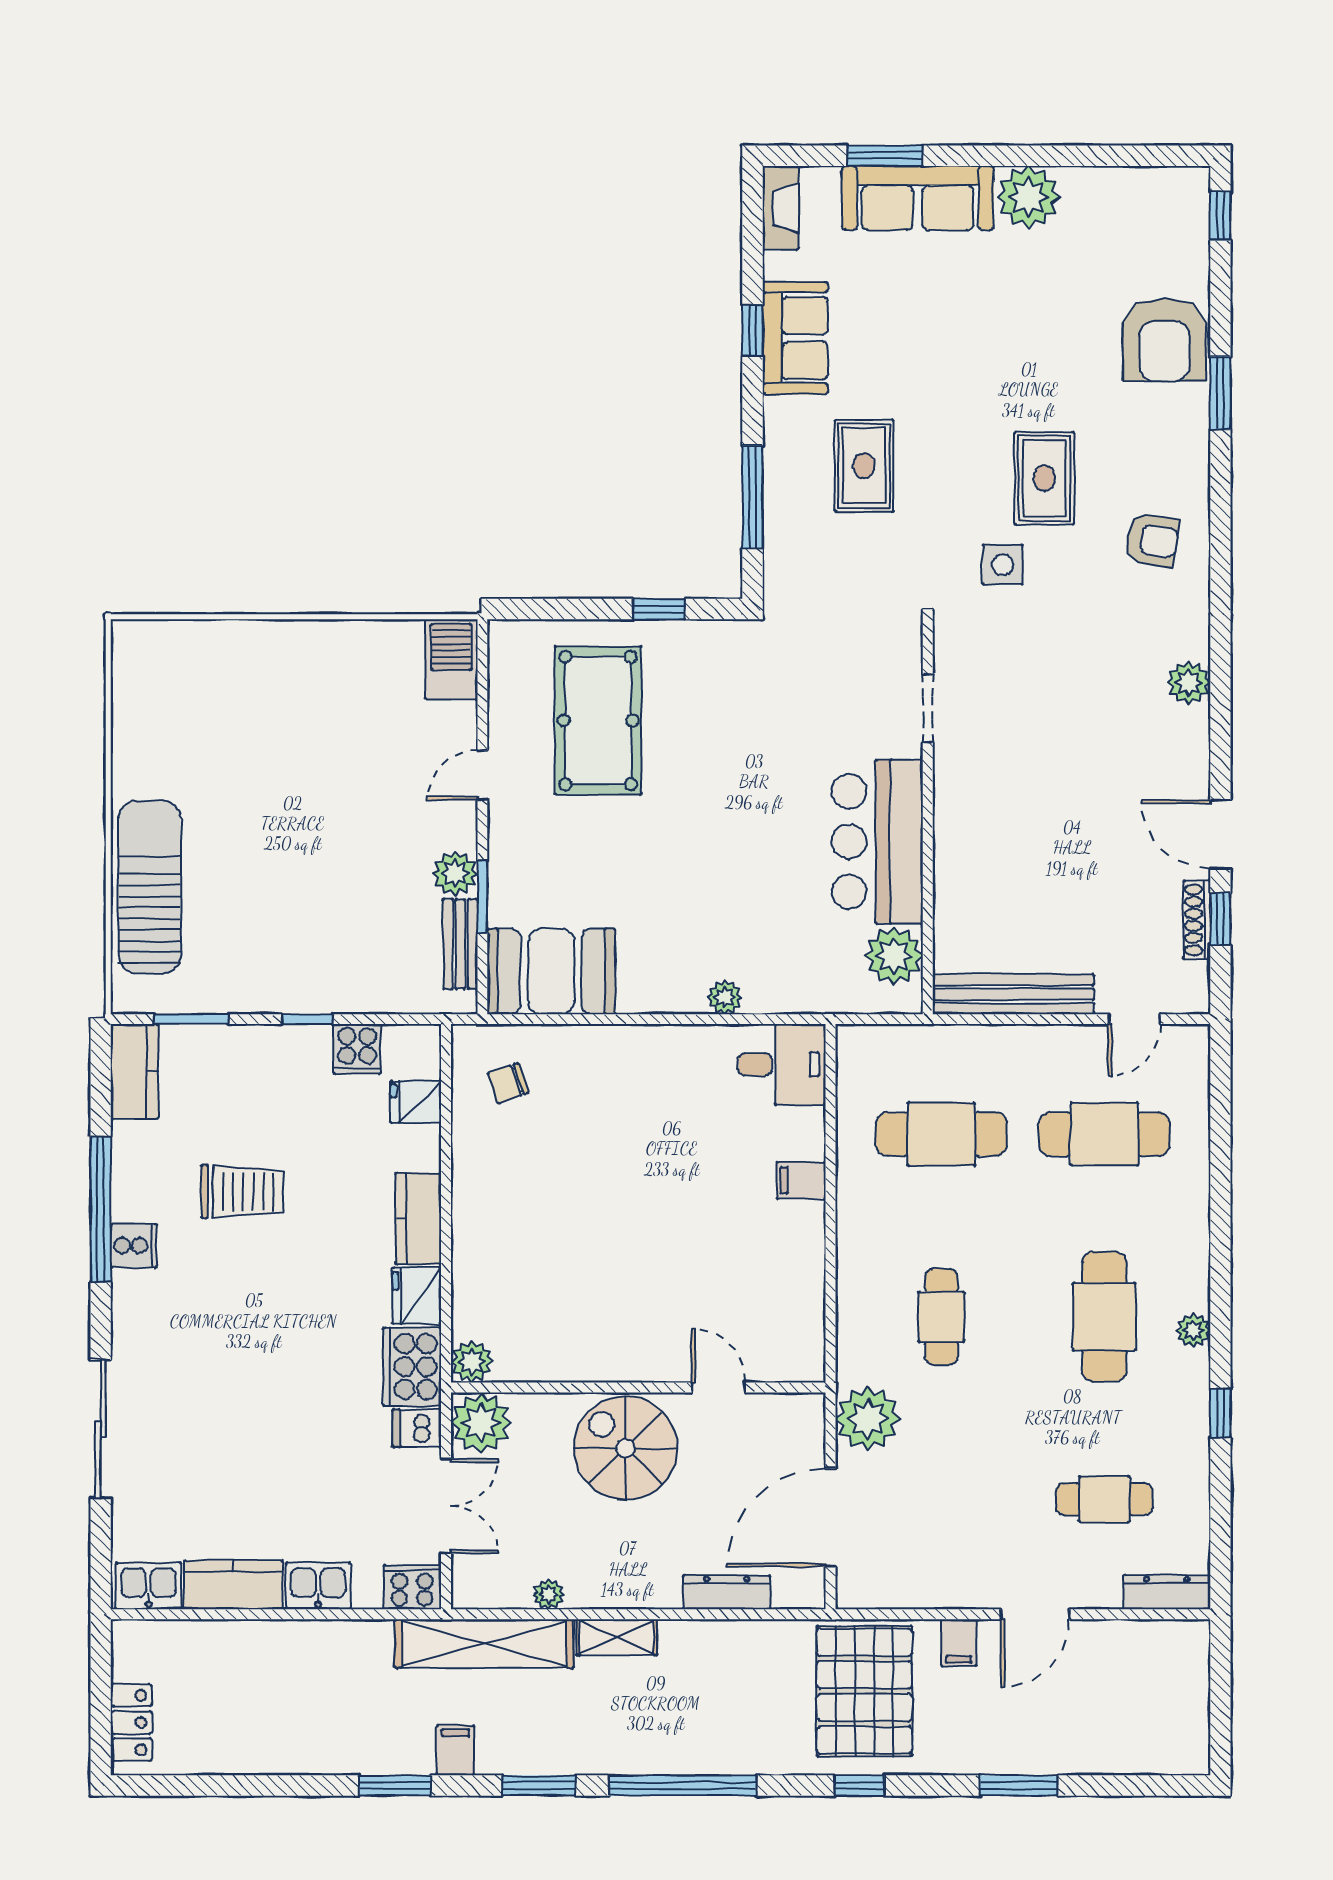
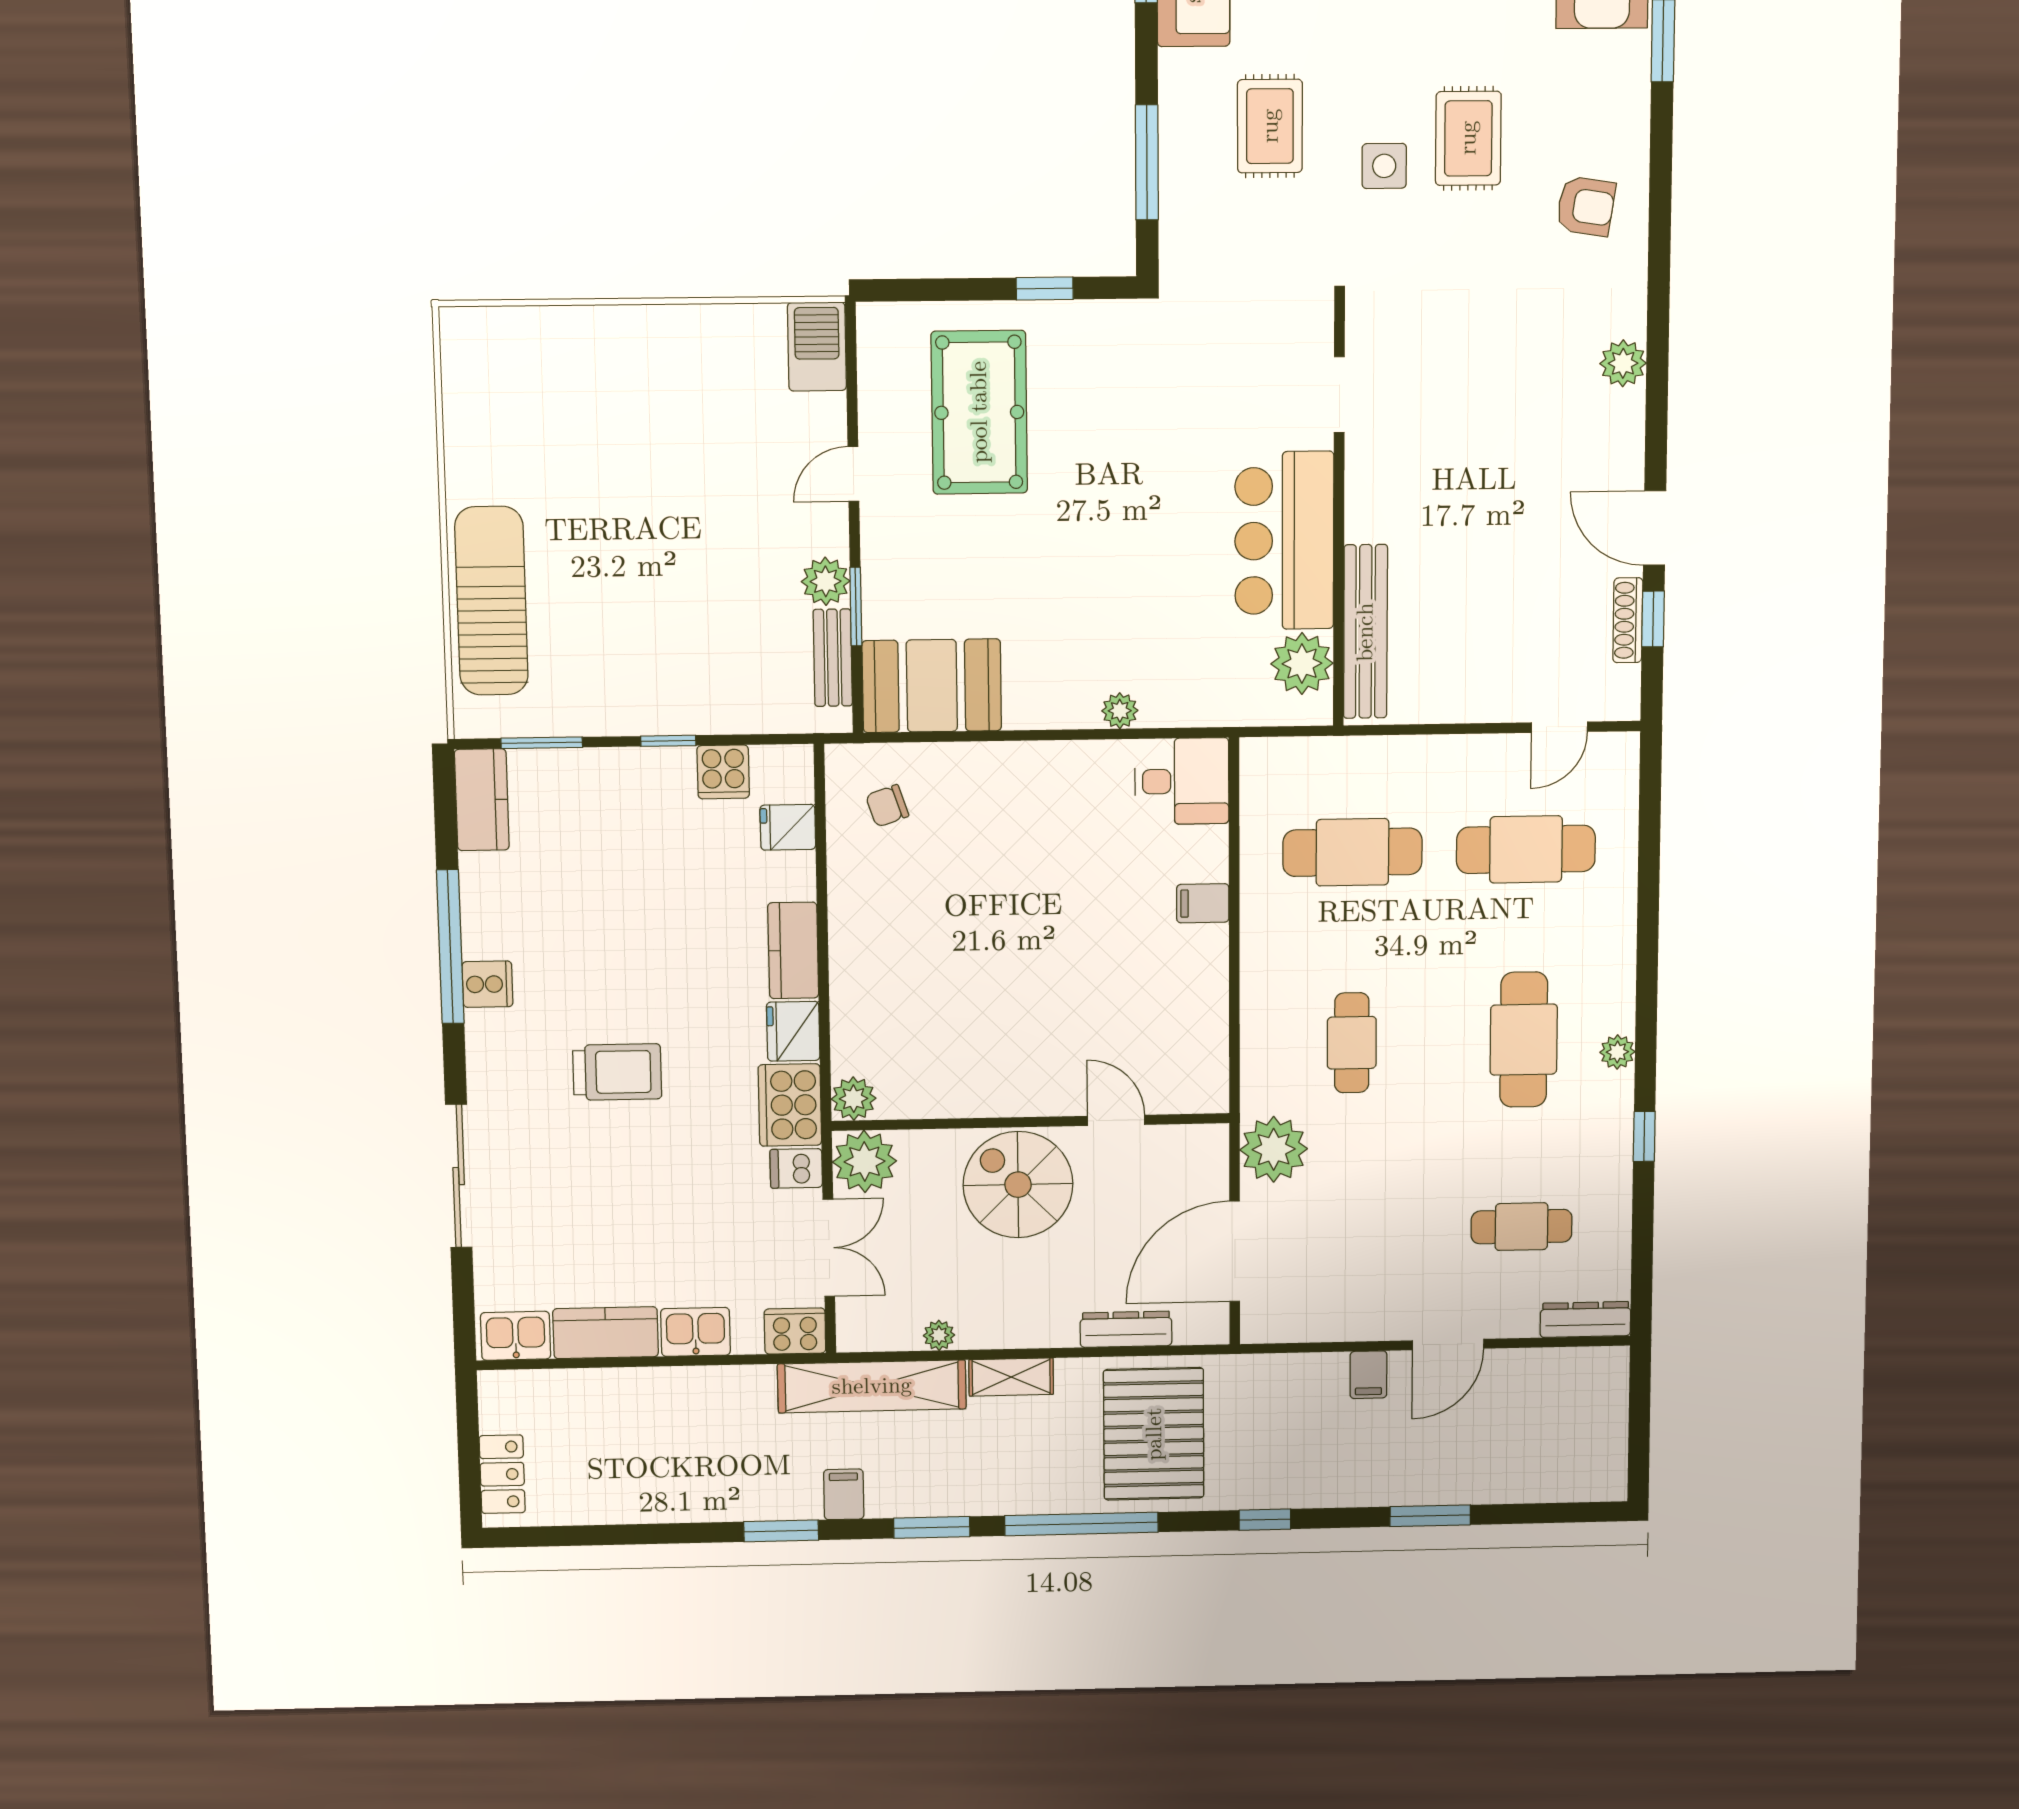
side table: (1003, 565) -> (1384, 166), moved
bench: (1013, 994) -> (1365, 632), moved, turned 90
trolley: (242, 1192) -> (617, 1072), moved
pallet: (864, 1691) -> (1154, 1434), moved

